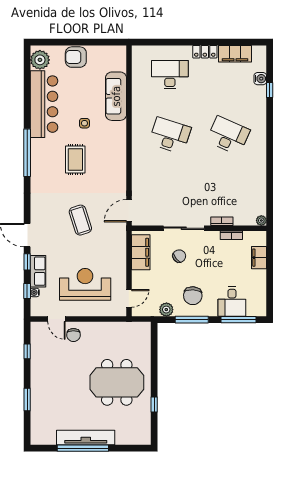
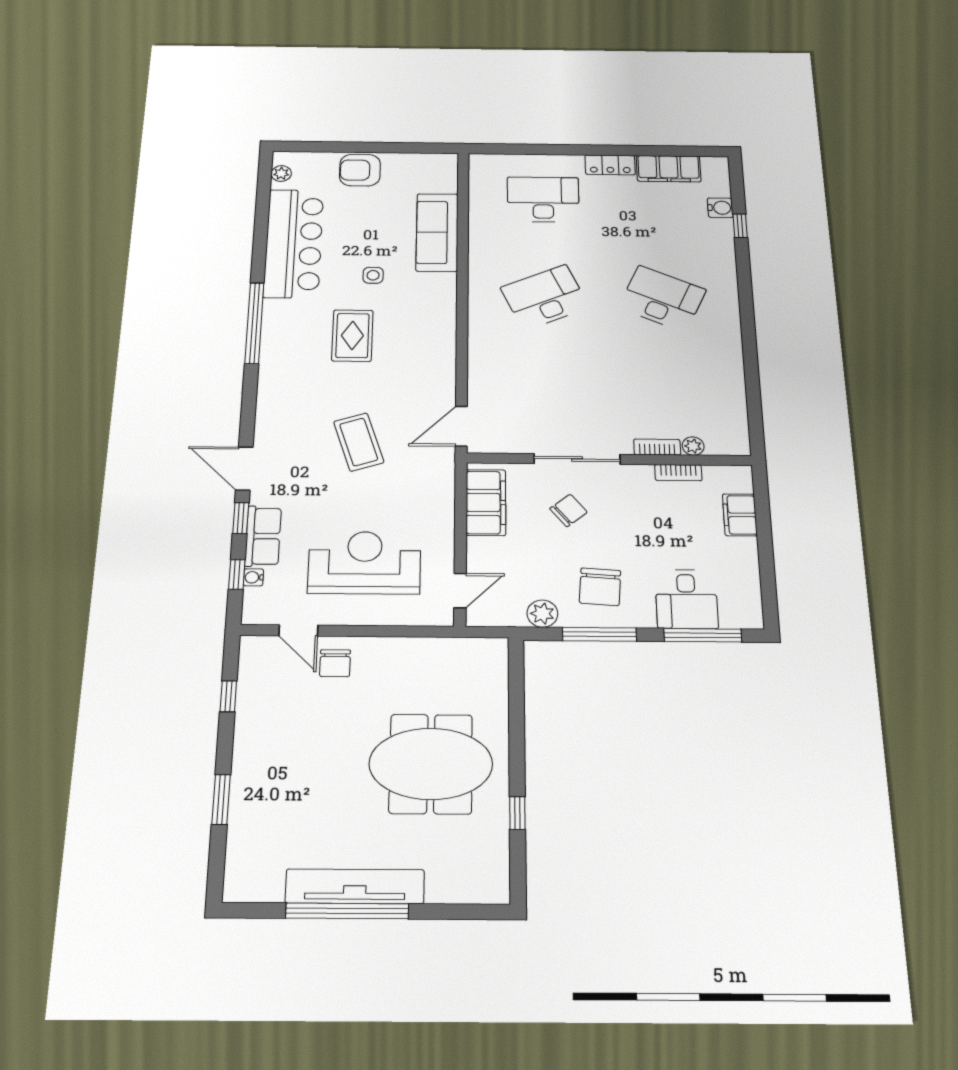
plant: (40, 60) -> (281, 174), width x0.53, depth x0.53
desk: (170, 135) -> (545, 297), turned -42
plant: (261, 220) -> (693, 446), moved

